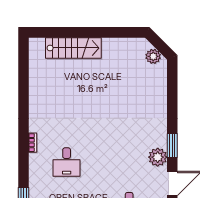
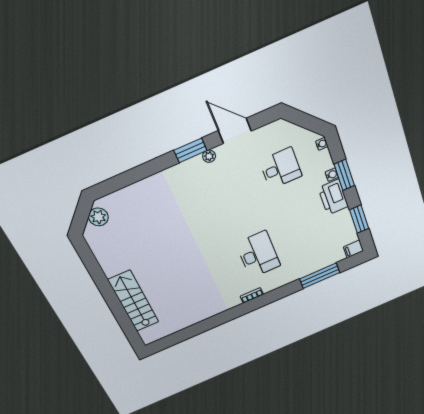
plant: (158, 157) -> (209, 156), width x0.53, depth x0.53
desk: (67, 162) -> (258, 255), width x1.37

